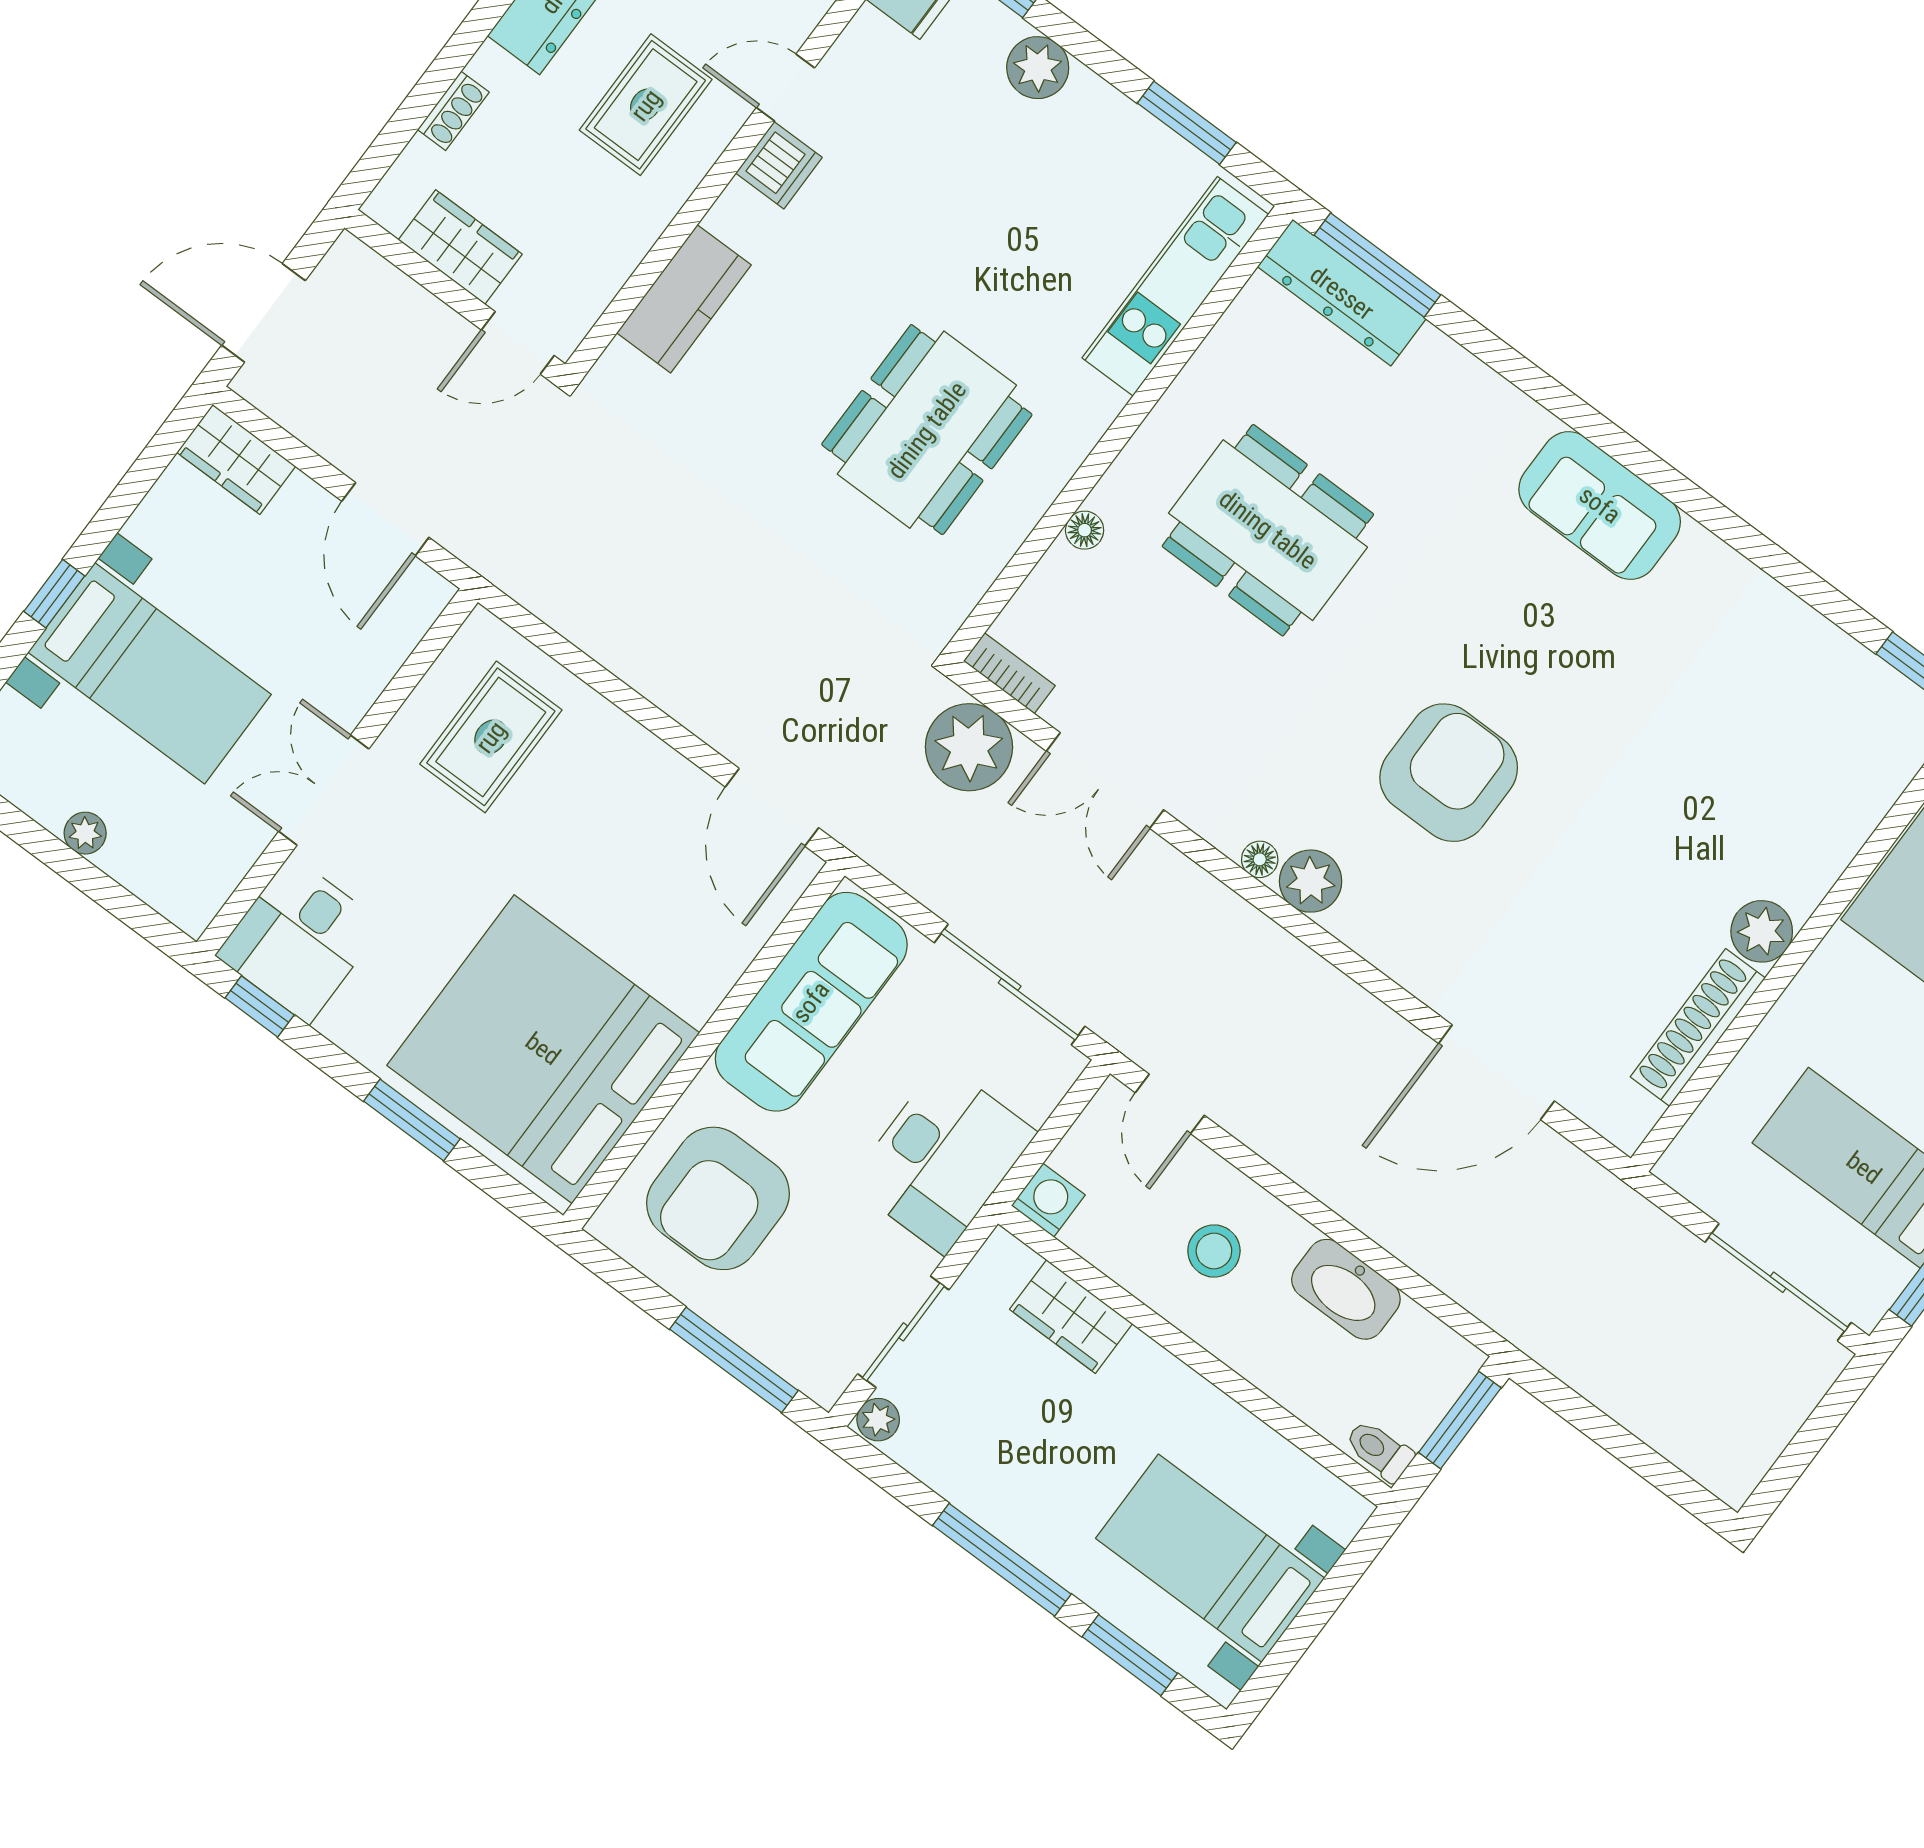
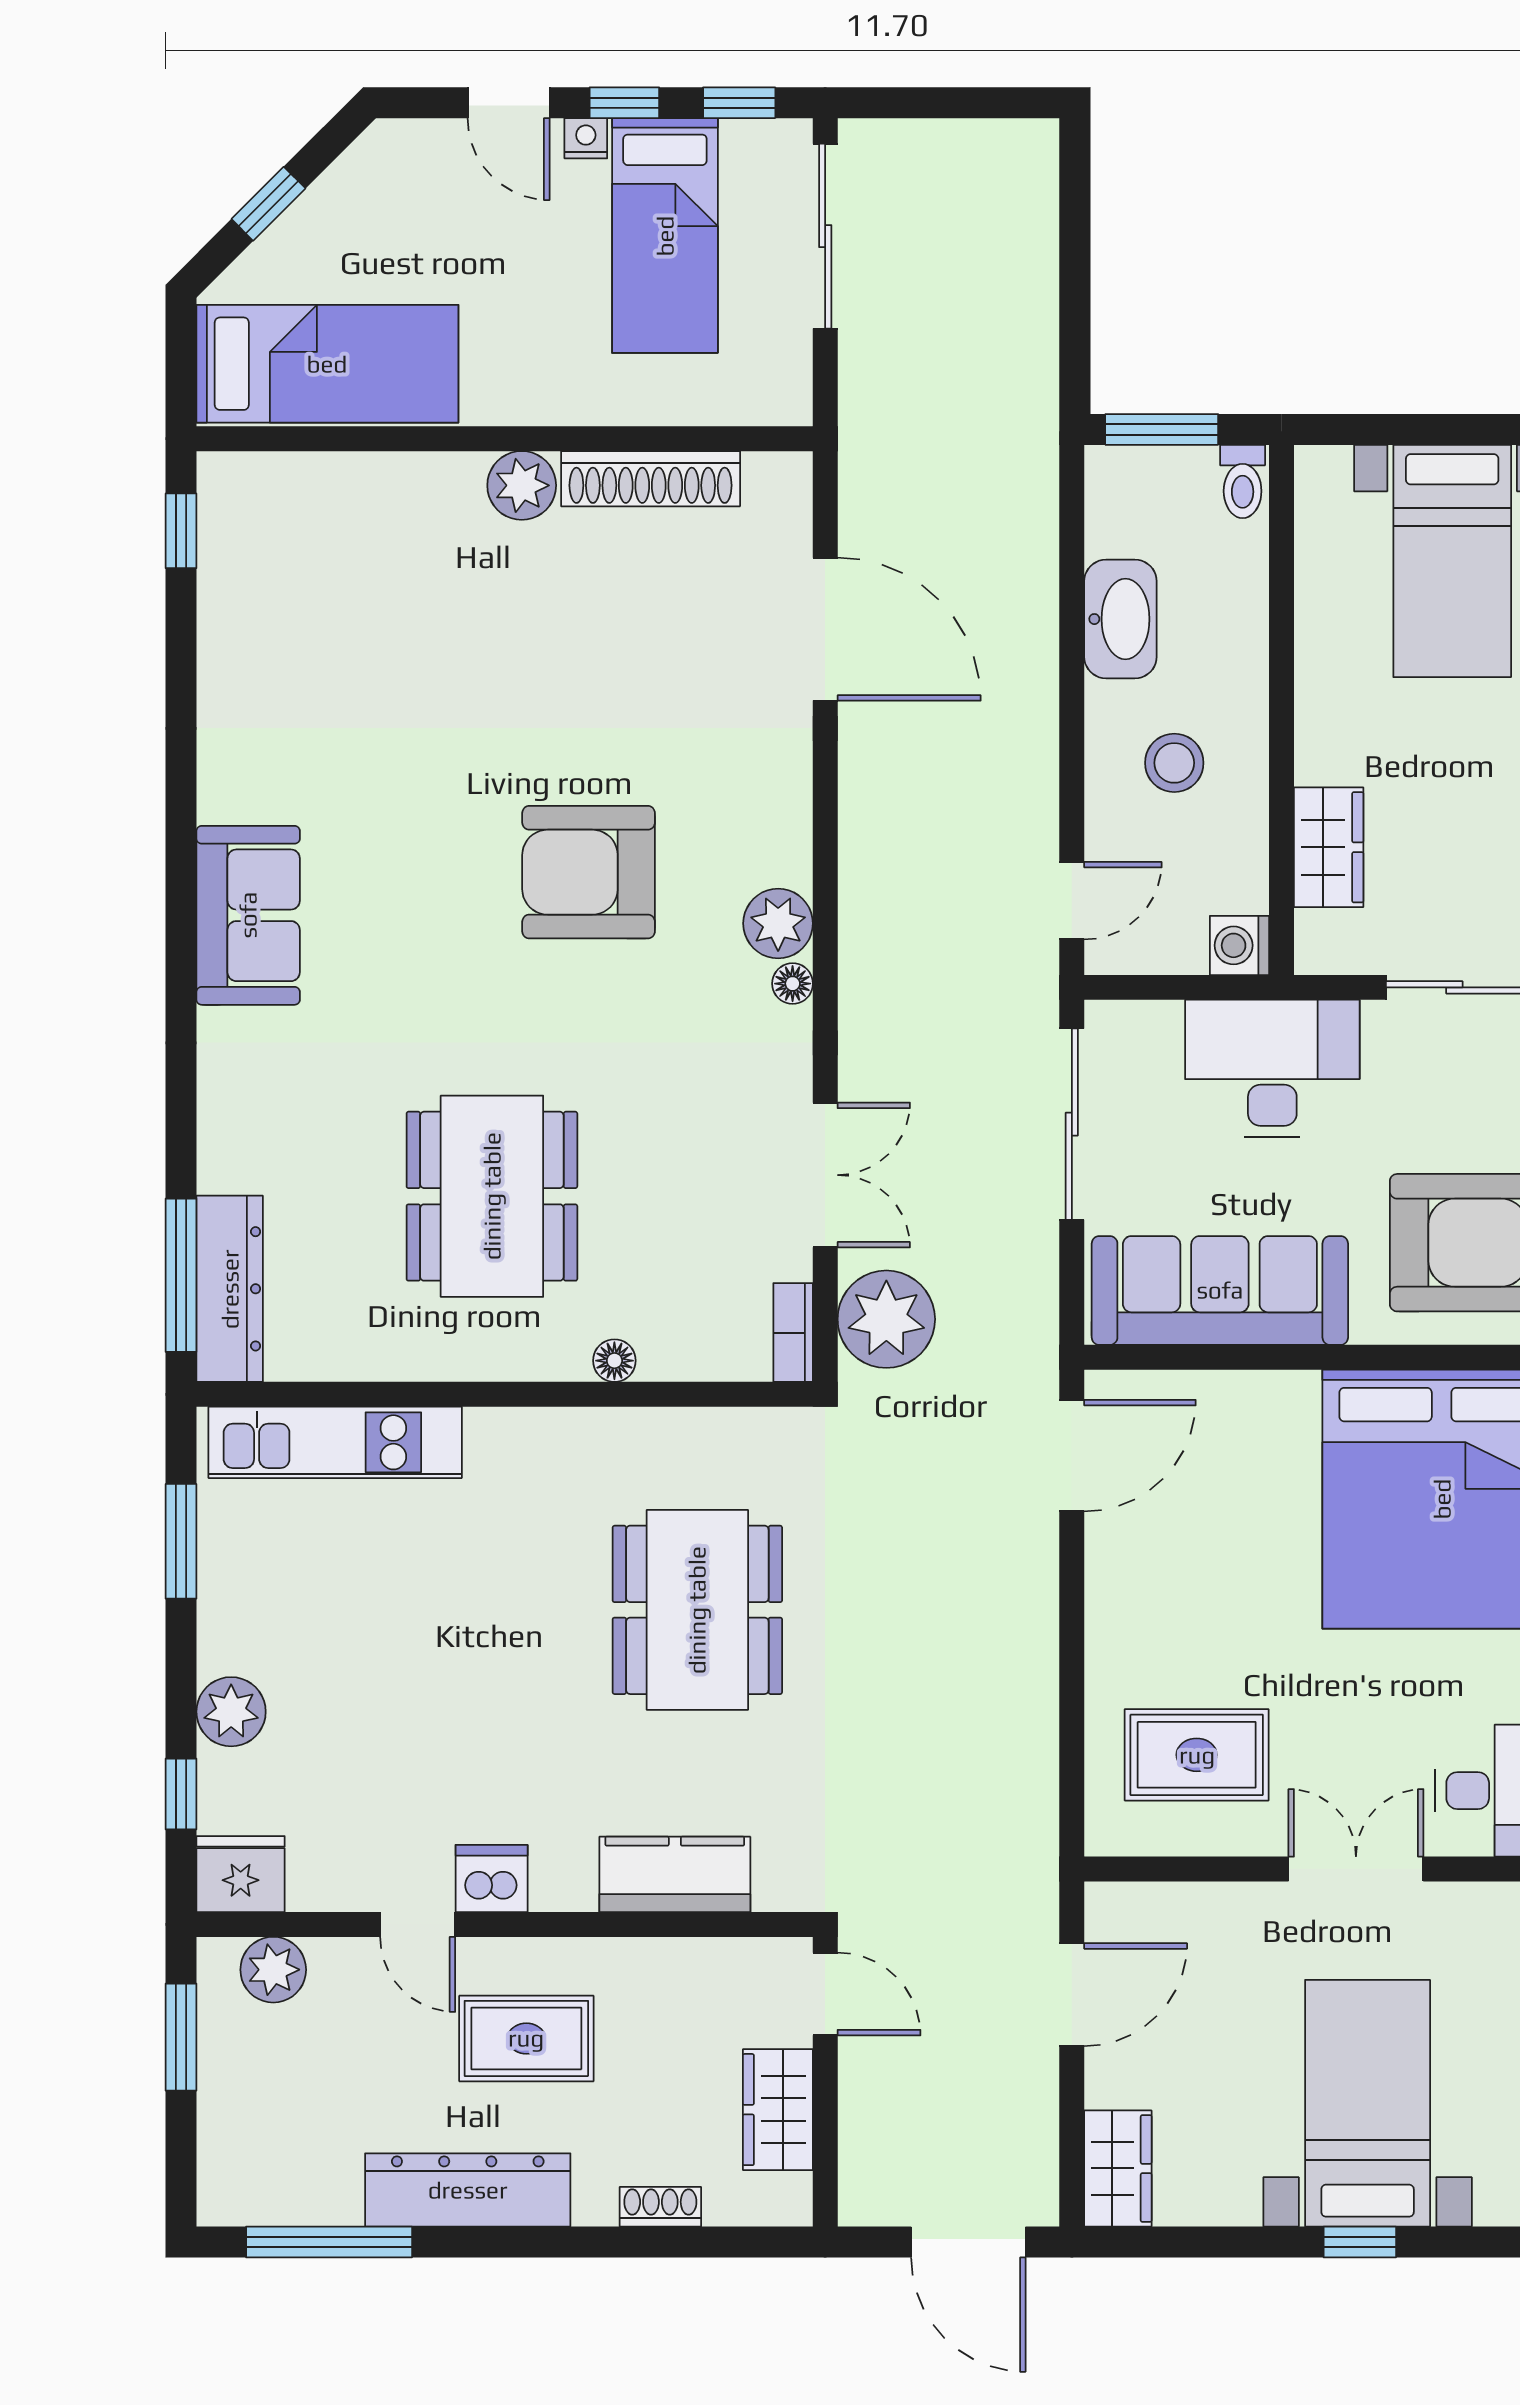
dining table: (927, 430) -> (697, 1610), moved, turned 90
double door: (324, 790) -> (1356, 1869), swing flipped

